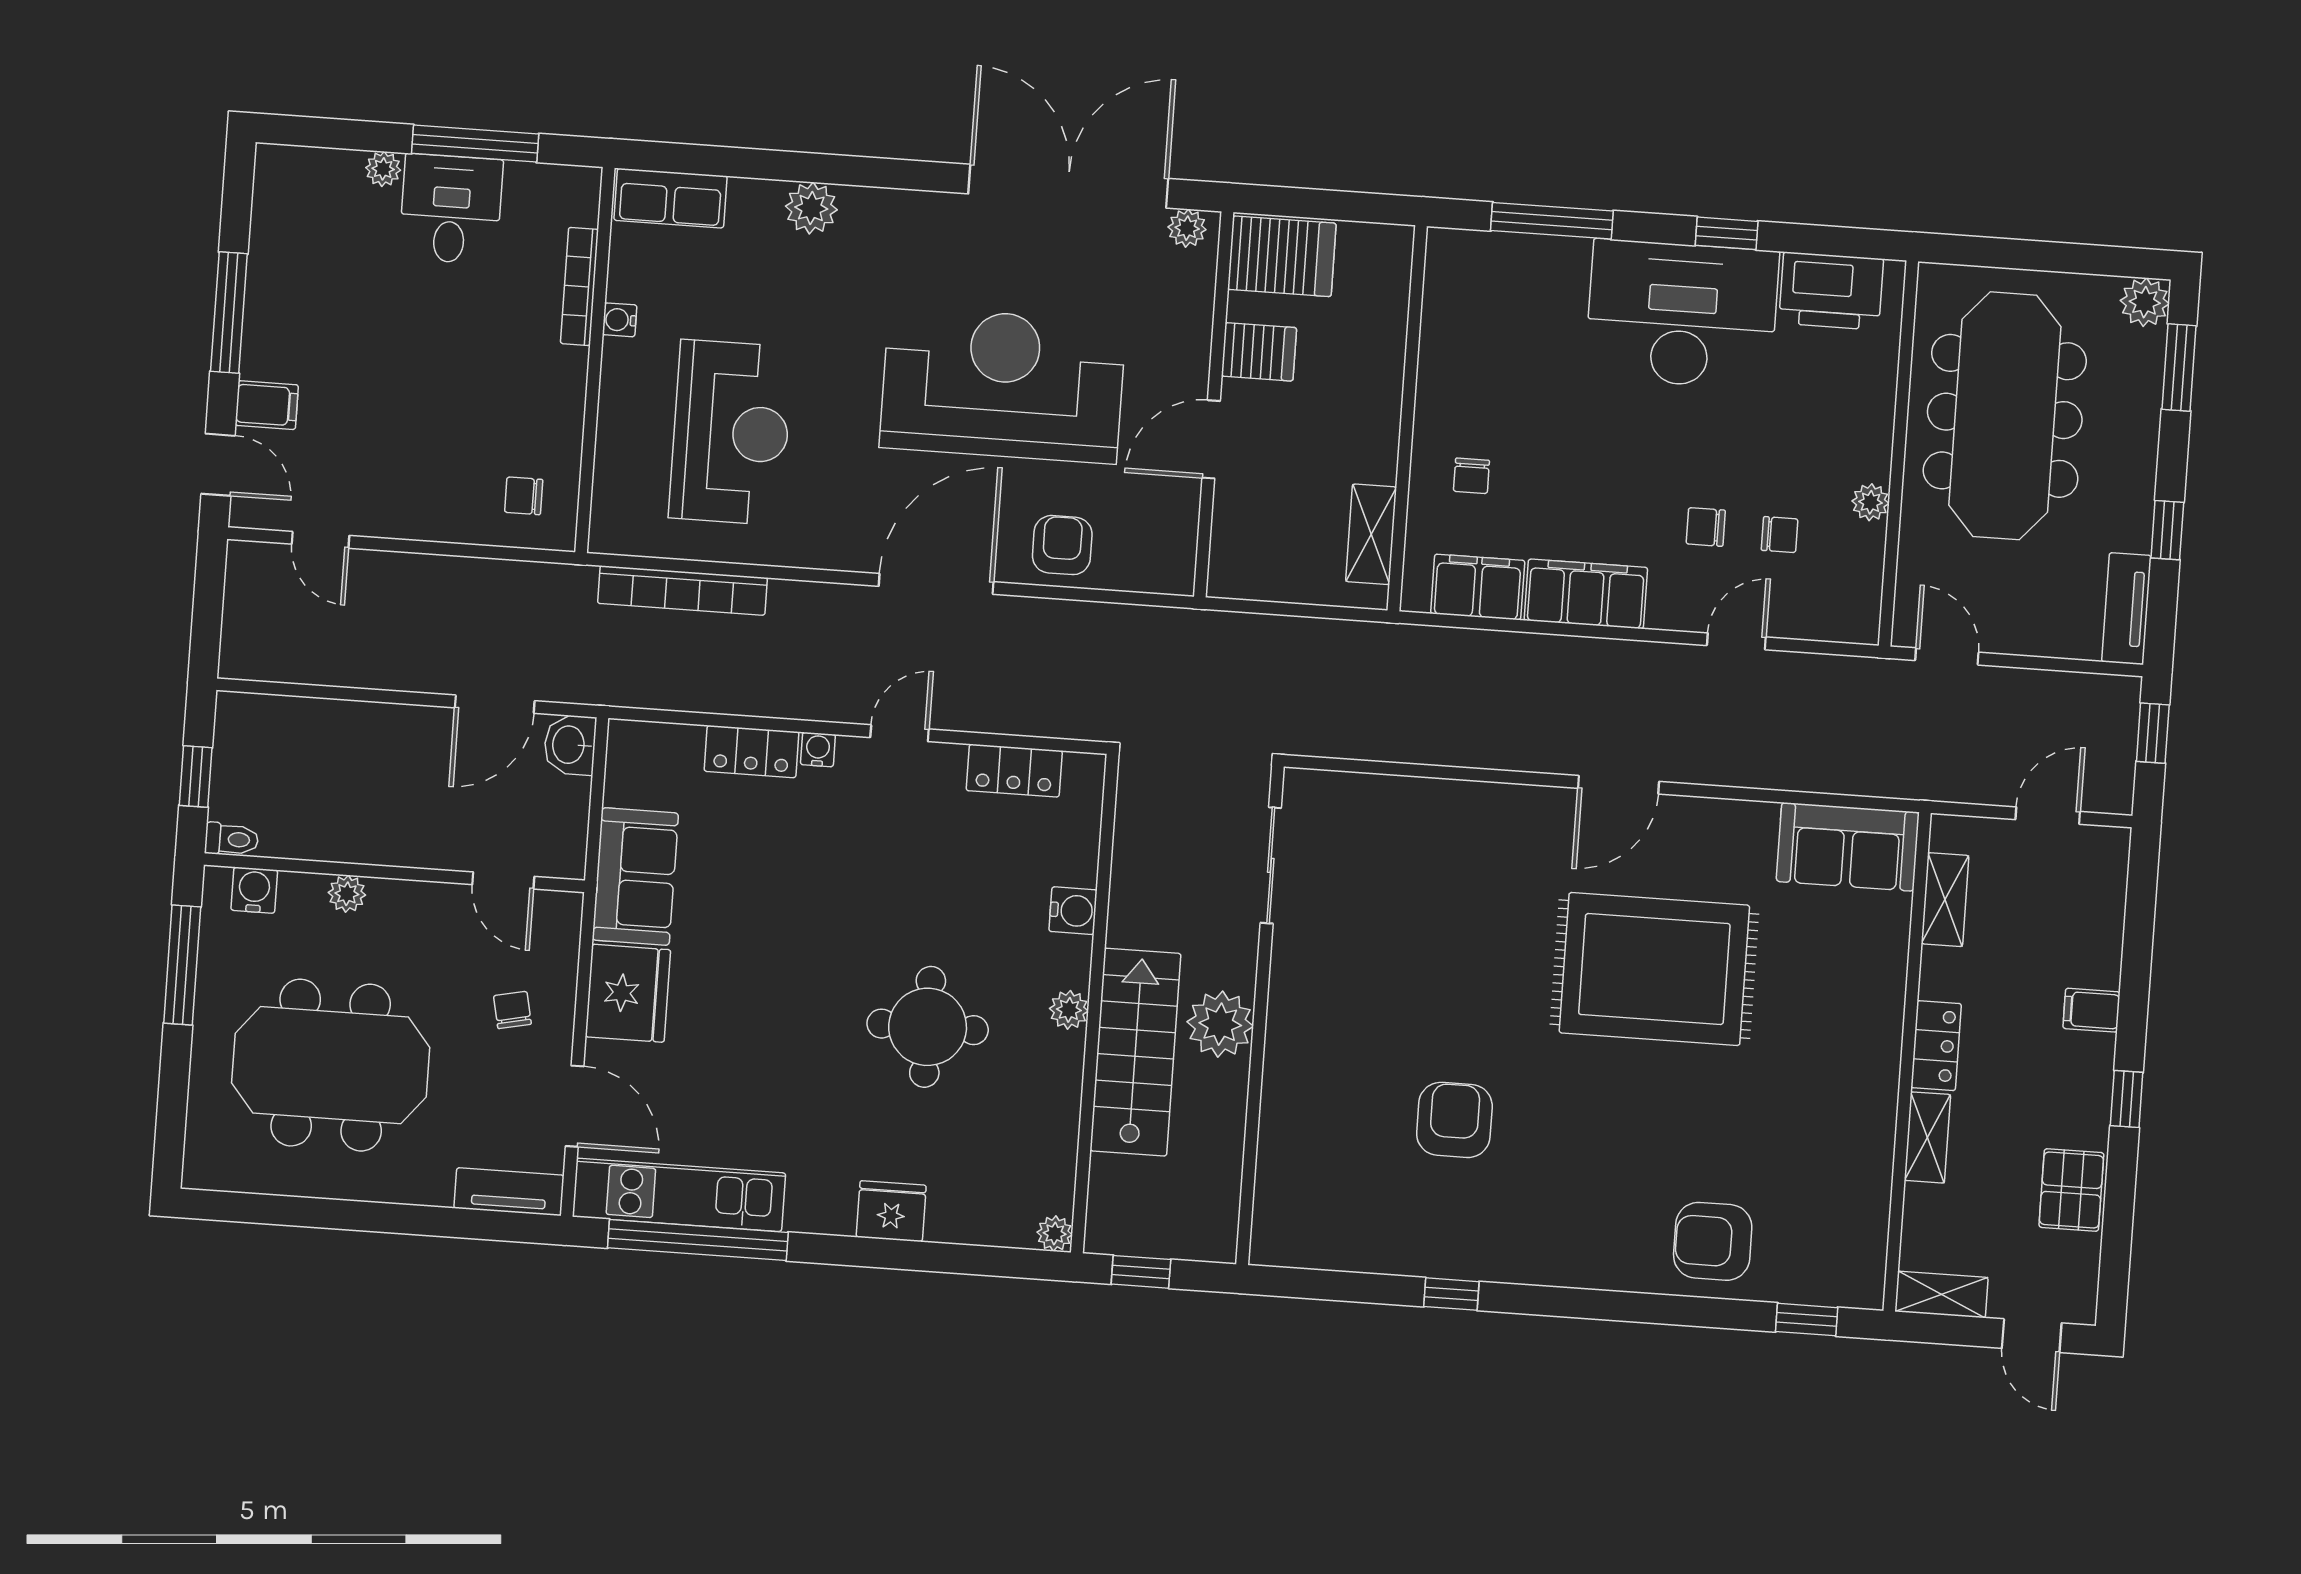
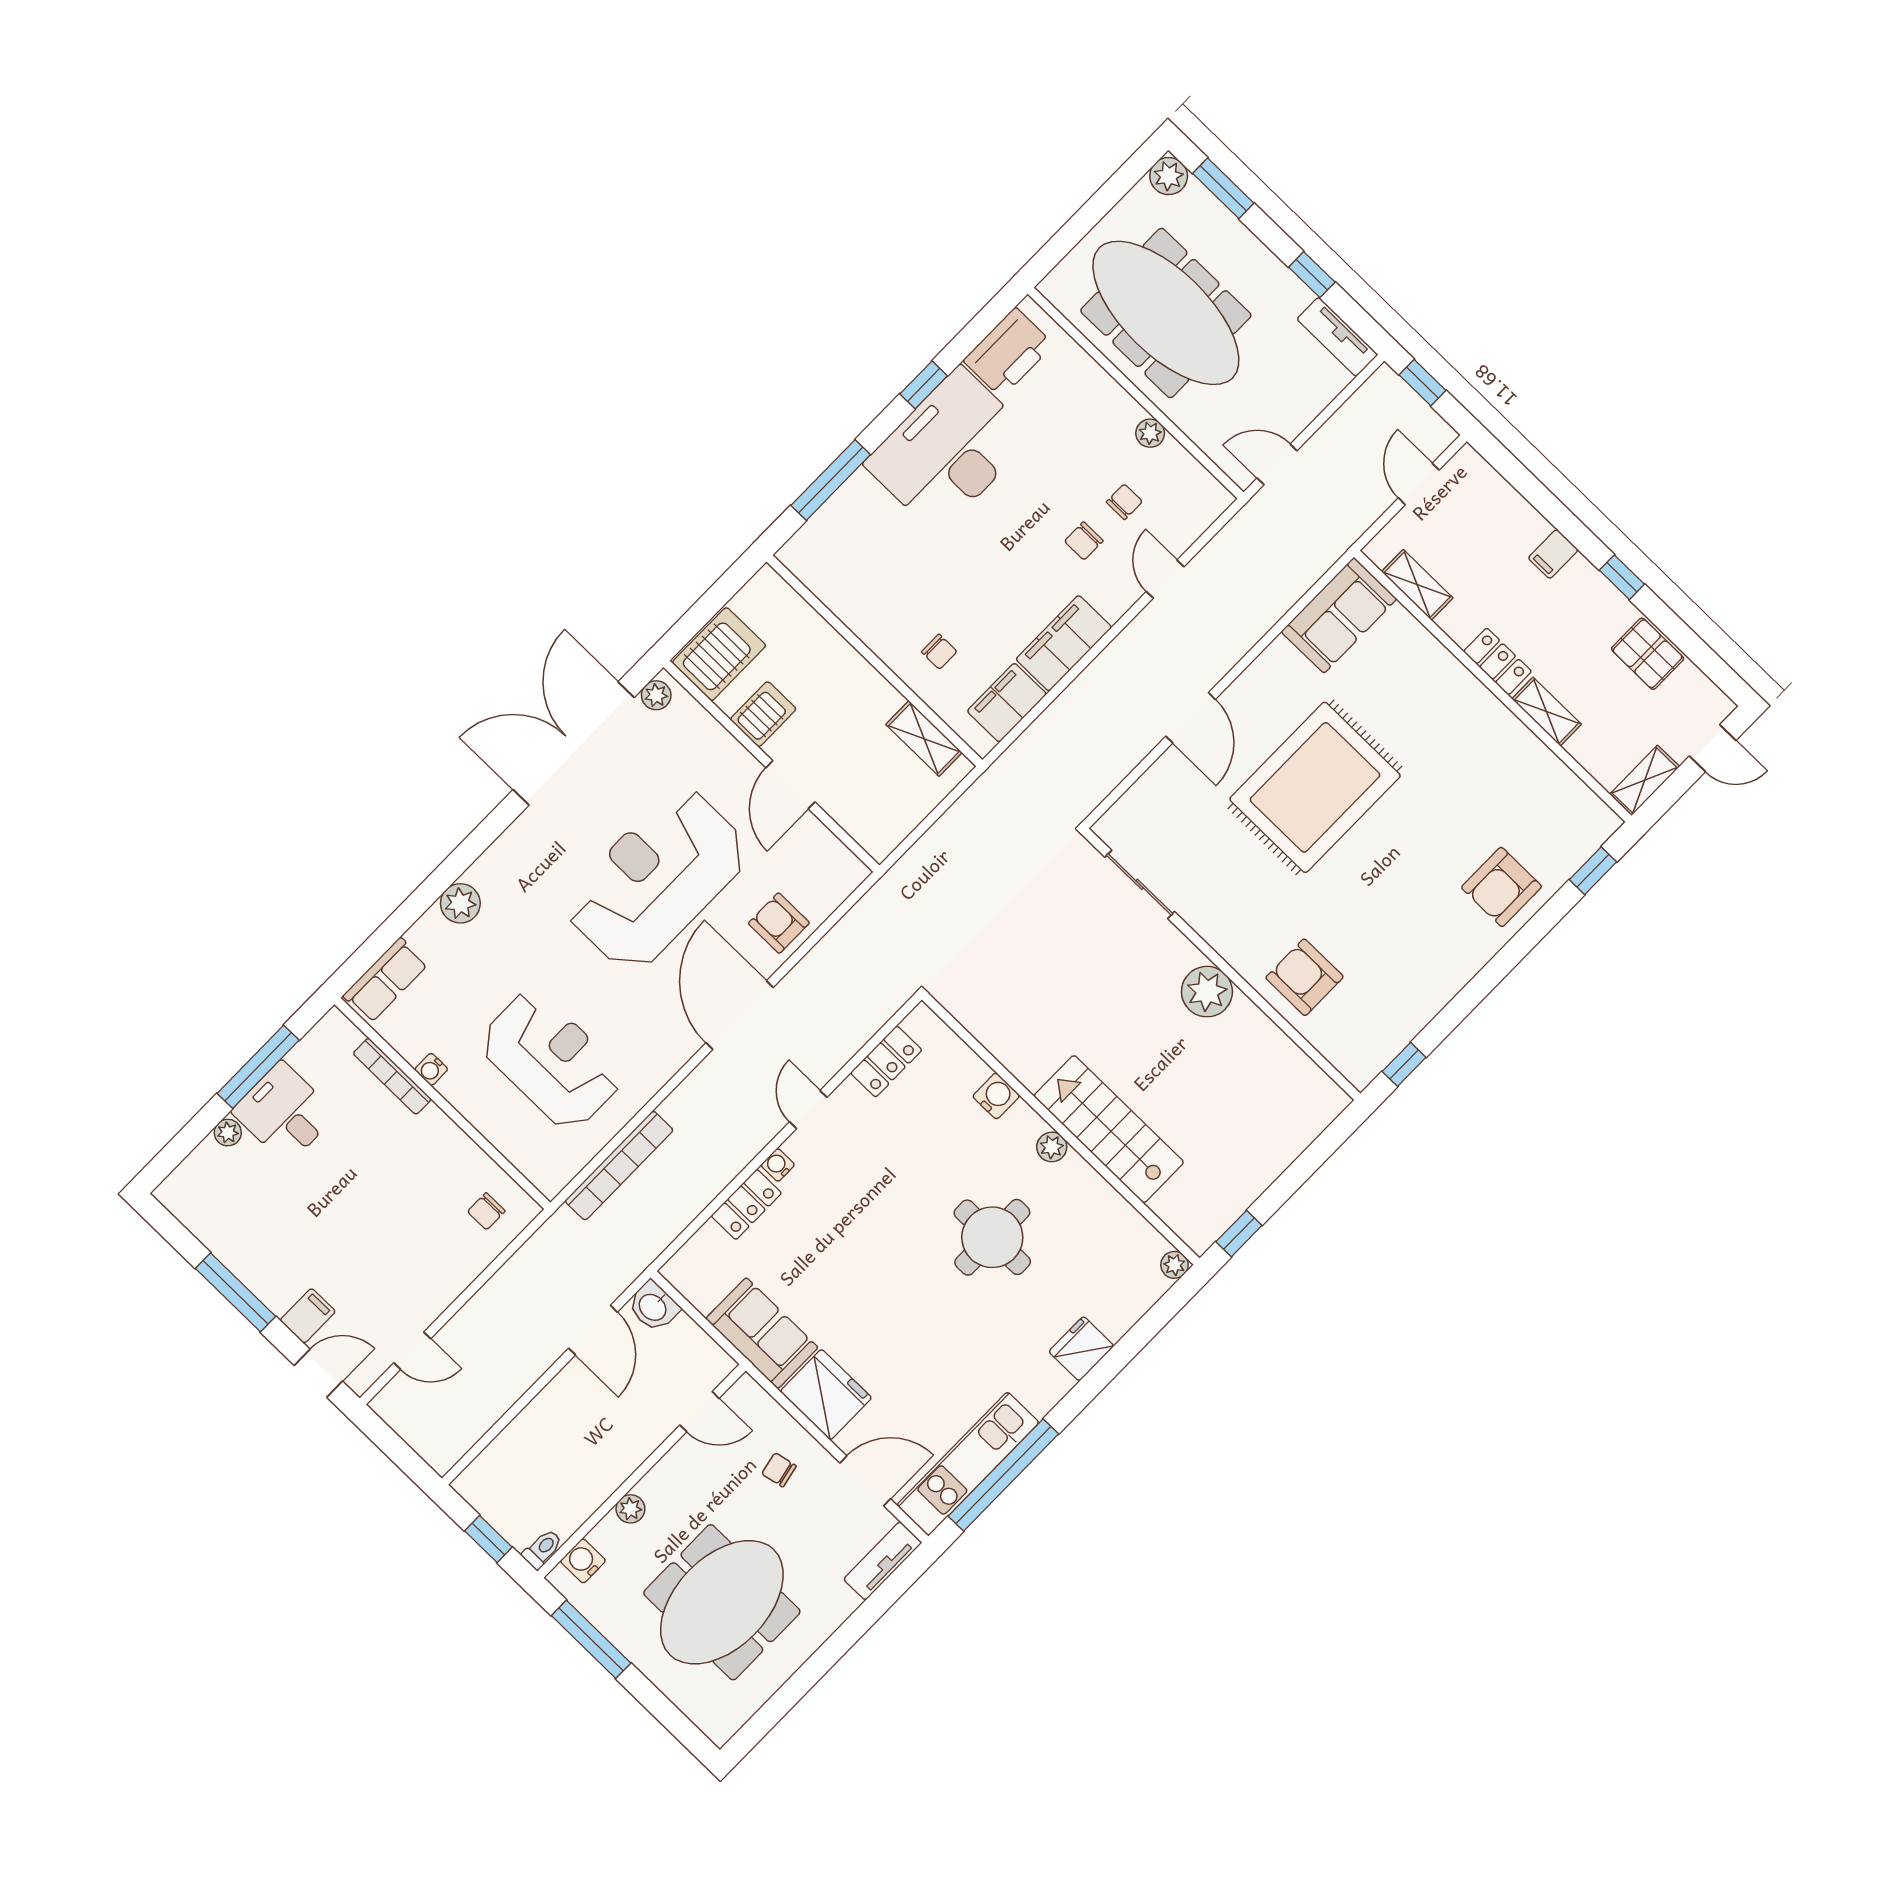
sliding door: (1271, 865) -> (1140, 884), moved
wall: (1260, 1015) -> (1221, 964), moved
plant: (1220, 1024) -> (1207, 992), moved

